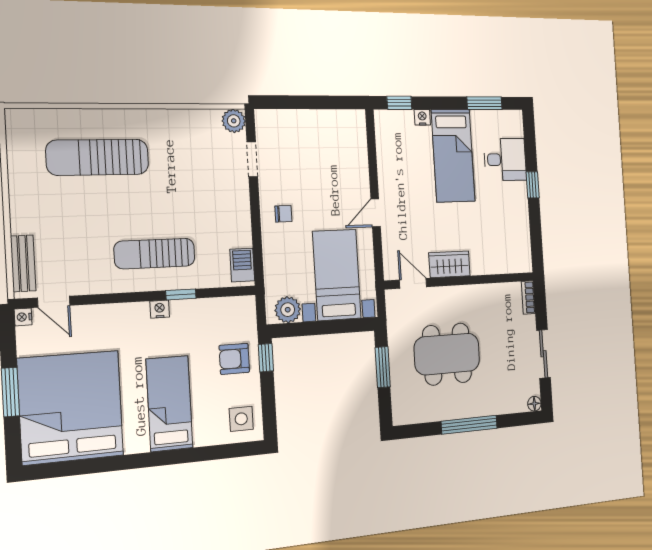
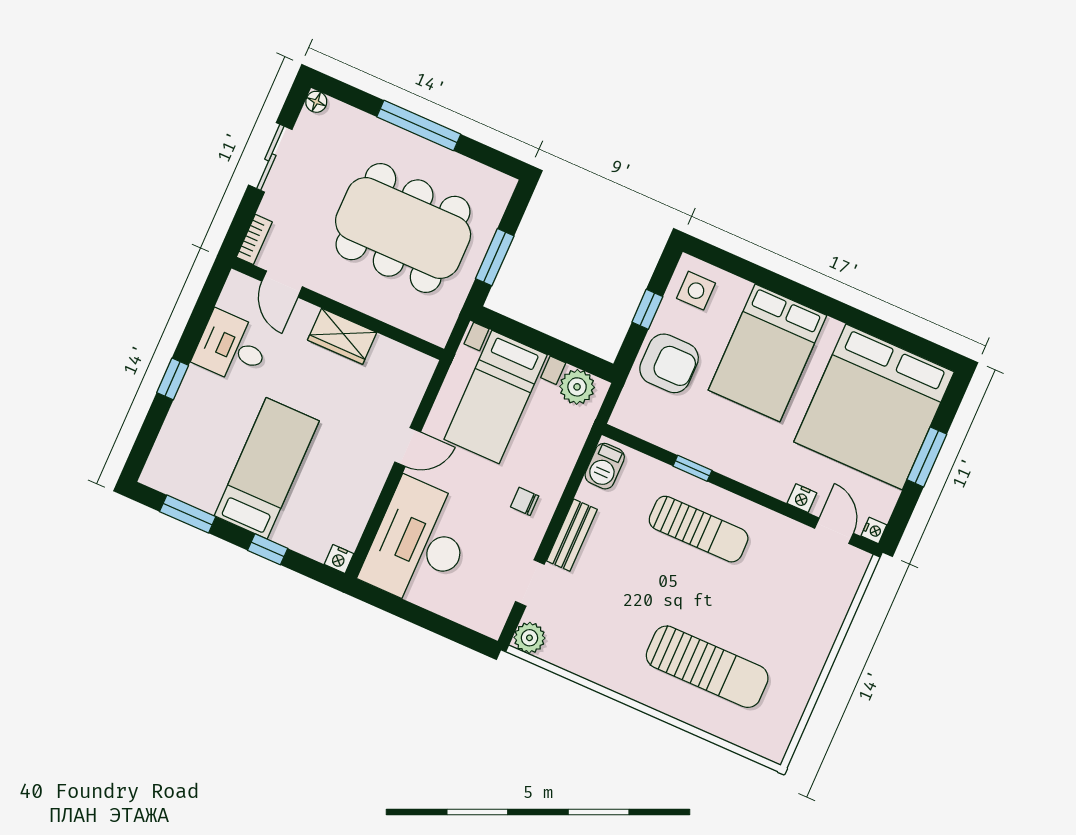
window: (399, 103) -> (268, 549), moved
nightstand: (422, 117) -> (339, 559), moved
desk: (337, 152) -> (419, 543), added
desk: (505, 160) -> (232, 348), moved
bench: (23, 263) -> (572, 535), moved
door: (413, 283) -> (282, 284), moved
nightstand: (160, 309) -> (802, 498), moved
dining table: (447, 354) -> (403, 228), width x1.36, depth x1.24
window: (266, 358) -> (647, 309), moved
armchair: (234, 359) -> (669, 363), width x1.38, depth x1.38
bed: (169, 403) -> (767, 353), width x1.50

